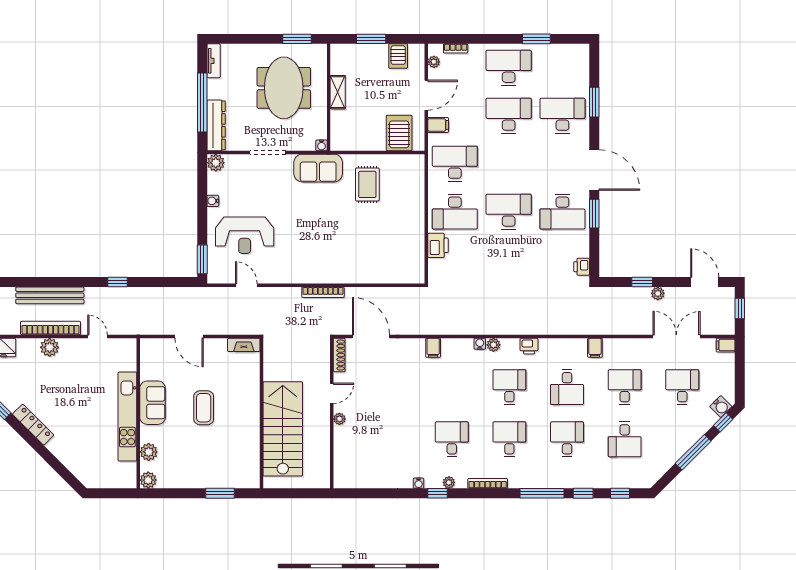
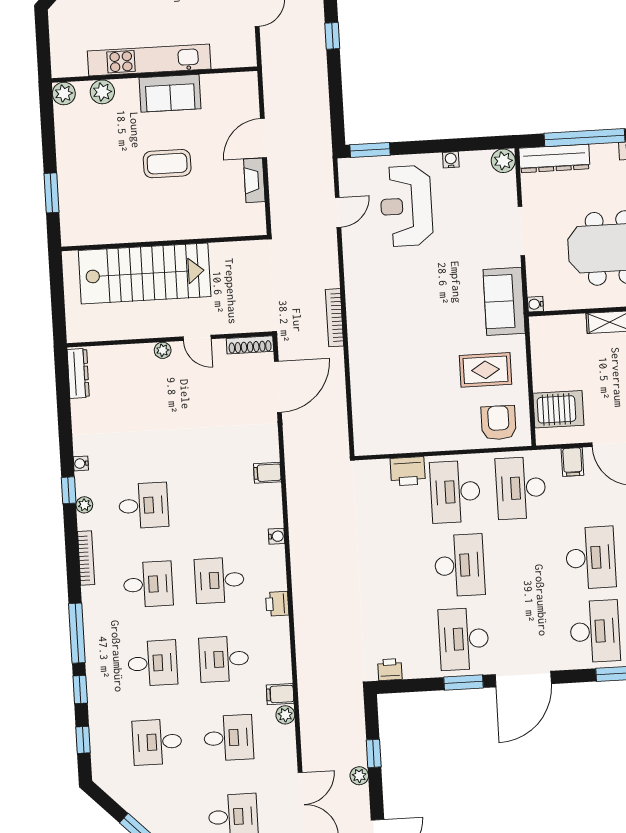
desk: (455, 164) -> (521, 488), turned 180
armchair: (406, 177) -> (499, 423), added
fireplace: (244, 345) -> (254, 180), moved
plant: (493, 345) -> (285, 715), moved
desk: (509, 387) -> (219, 580), turned 180
dresser: (353, 481) -> (78, 373), added

